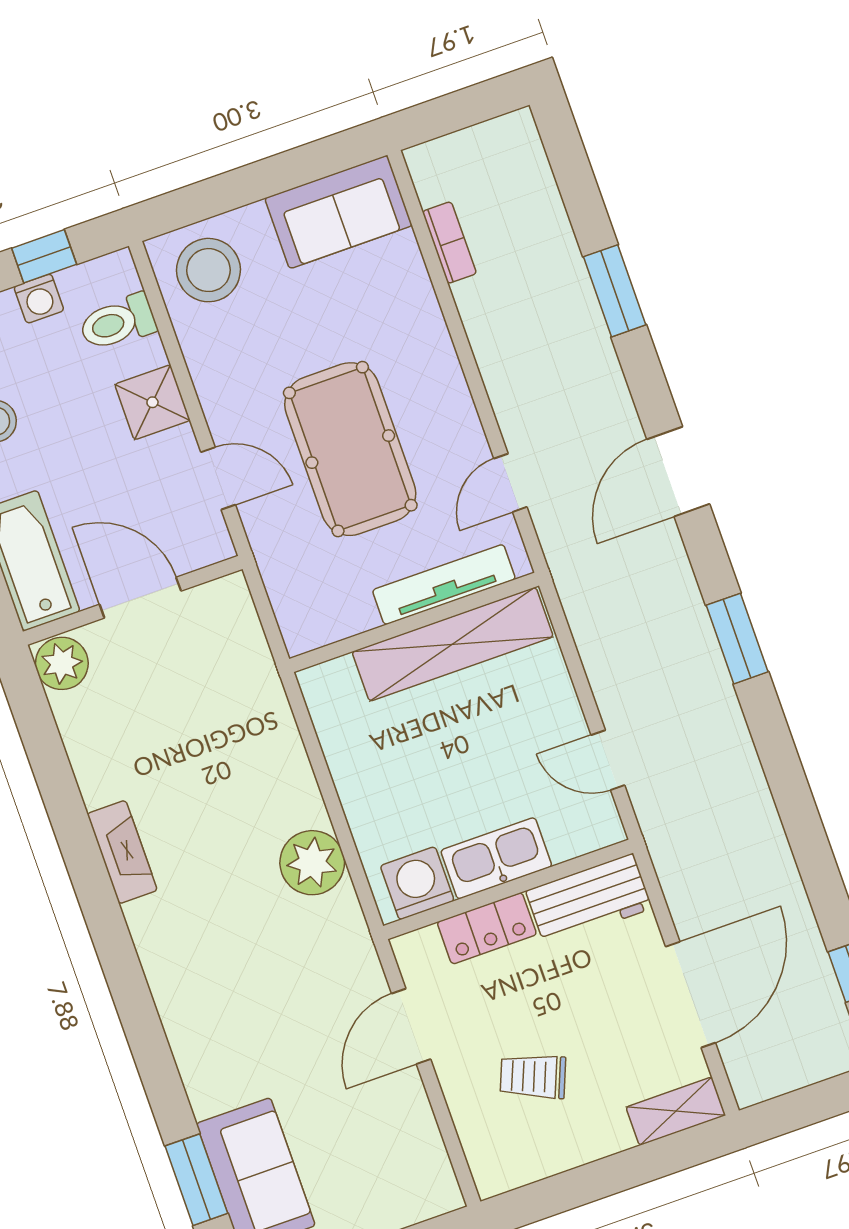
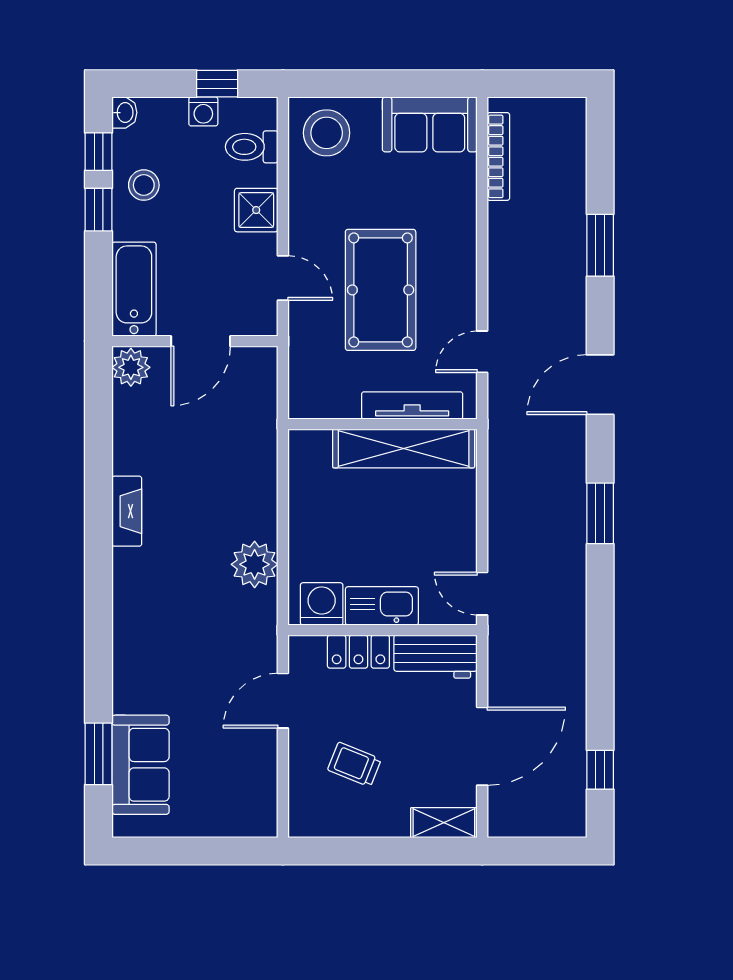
bookcase: (449, 243) -> (498, 156), width x1.56
door: (140, 598) -> (201, 341), swing flipped
door: (608, 760) -> (482, 594), moved

